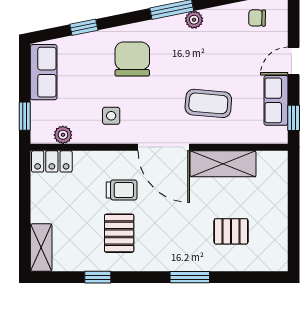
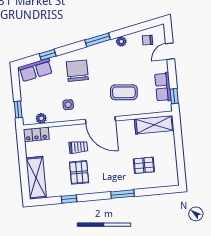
plant: (194, 20) -> (121, 41), moved
door: (294, 61) -> (170, 51), moved
row of seats: (44, 72) -> (36, 70), moved, turned 79
shelving: (223, 164) -> (154, 125), moved
shelving: (41, 248) -> (36, 178), width x1.50, depth x1.33

